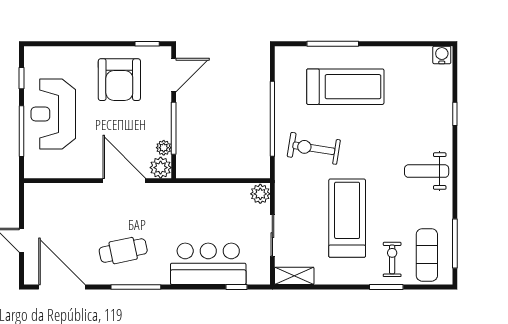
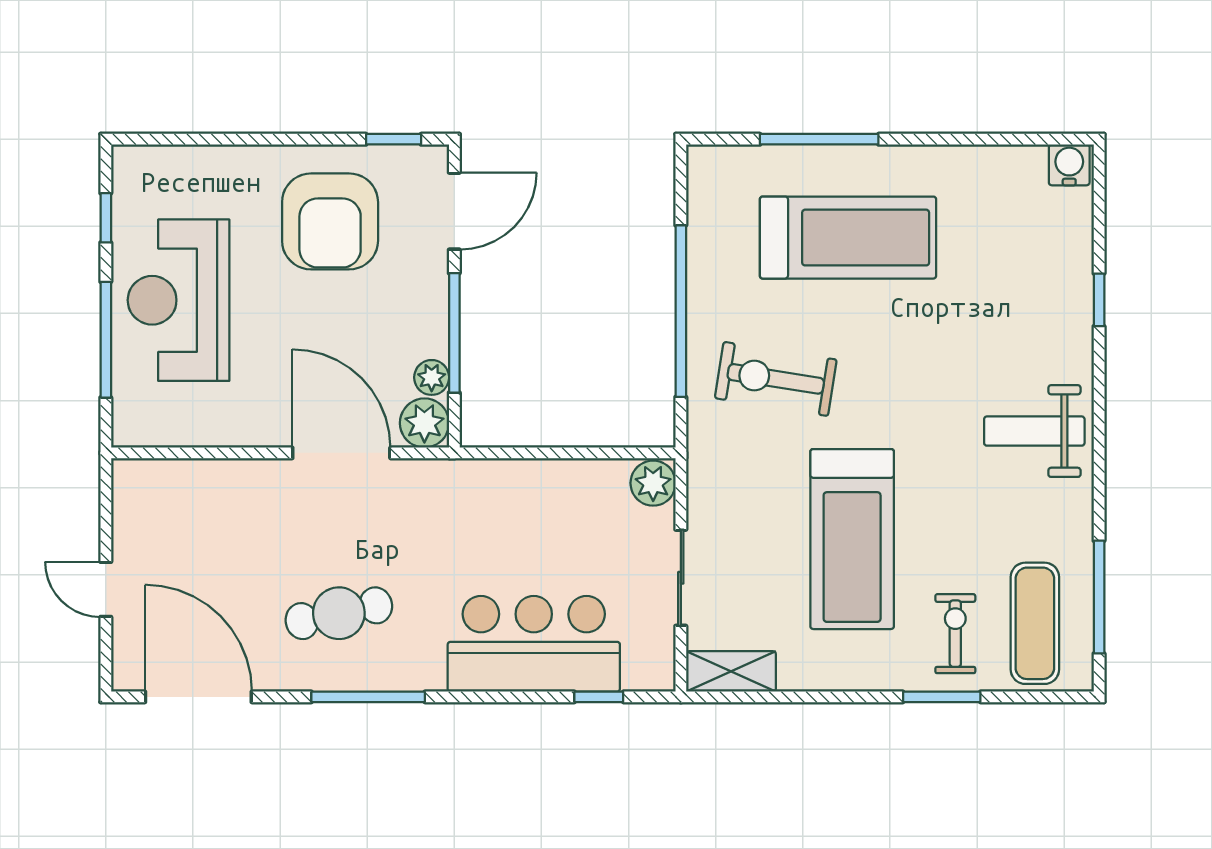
treadmill: (347, 218) -> (852, 539), turned 180

